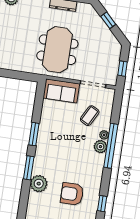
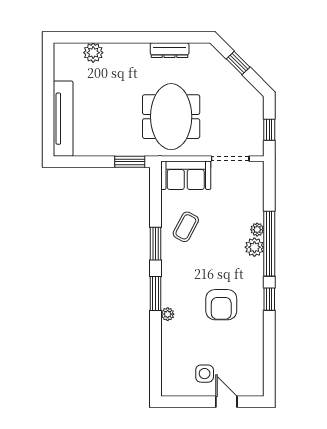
window: (25, 76) -> (130, 162), added
coffee table: (90, 116) -> (186, 227), moved
plant: (39, 184) -> (168, 314), width x0.53, depth x0.53
armchair: (72, 194) -> (221, 305), moved, turned -90
window: (102, 204) -> (269, 299), moved

